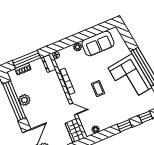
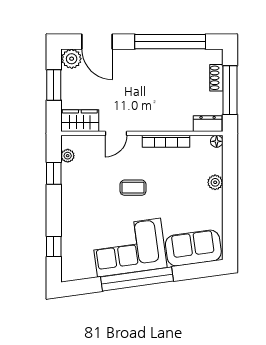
sofa: (98, 43) -> (193, 248), moved, turned 82
plant: (24, 100) -> (164, 59), removed
window: (125, 126) -> (54, 173), moved

